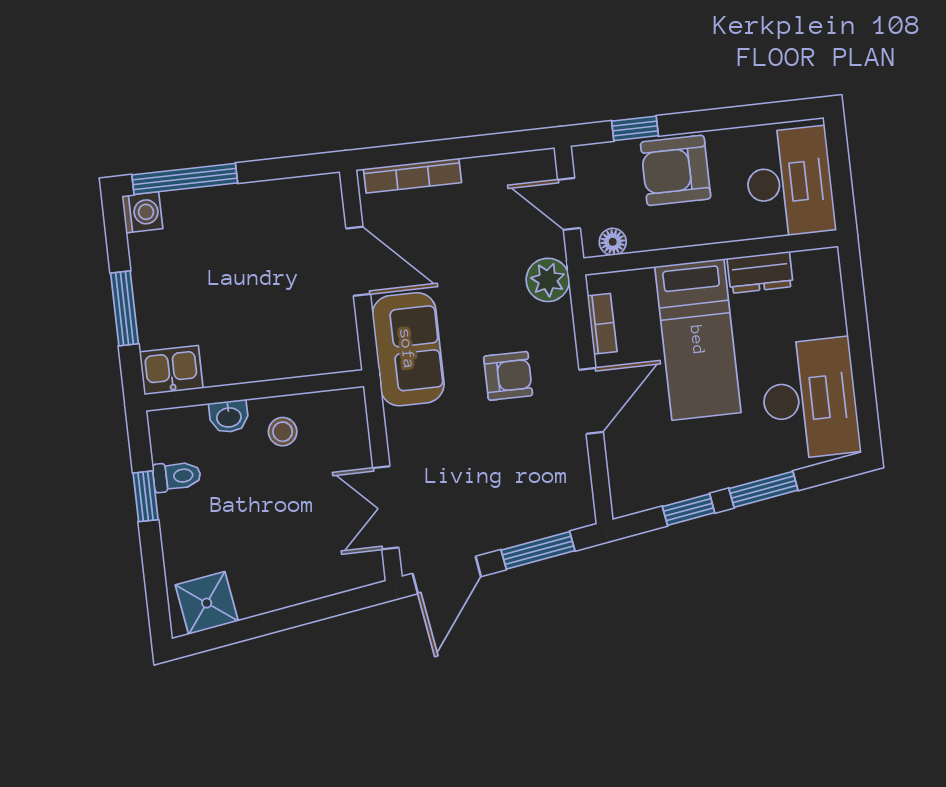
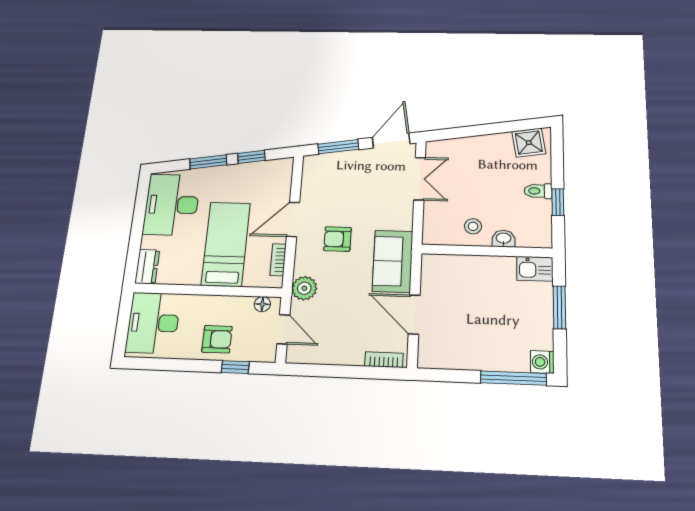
armchair: (676, 170) -> (217, 339), width x0.72, depth x0.72
bookcase: (412, 176) -> (384, 360), width x0.64
dresser: (760, 272) -> (147, 267), moved, turned 90
toilet: (177, 476) -> (538, 191), moved

